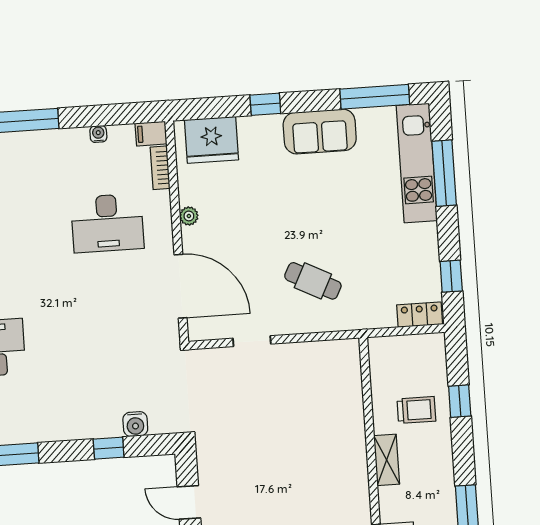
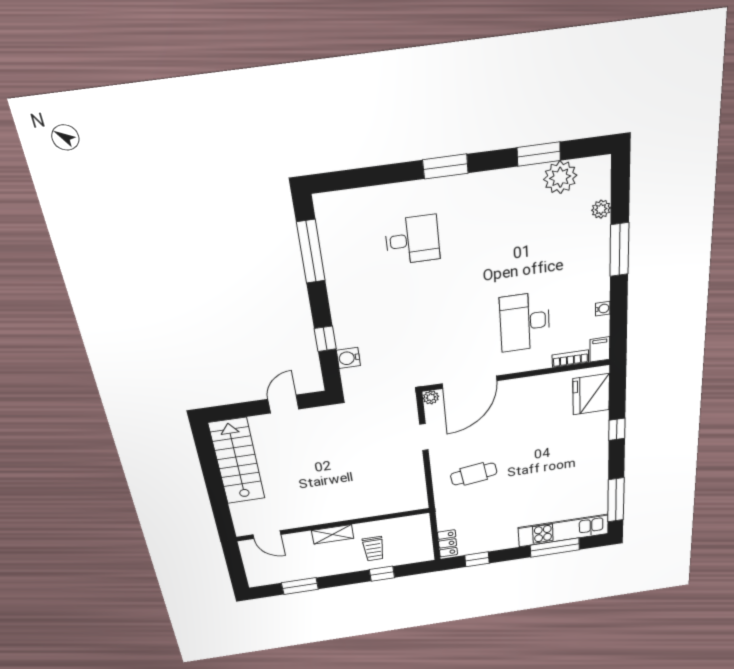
sofa: (320, 131) -> (592, 467), removed
plant: (189, 216) -> (431, 397), moved
cafe table: (313, 281) -> (474, 474), turned 55

